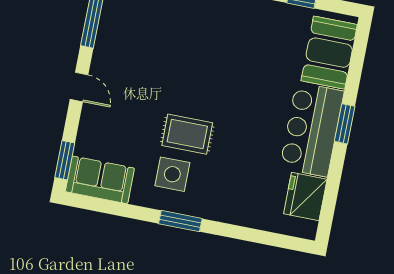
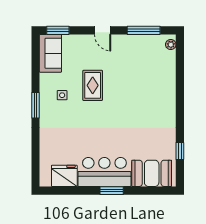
door: (79, 87) -> (103, 30), hinge flipped
rug: (187, 134) -> (93, 85), moved
side table: (172, 174) -> (62, 95), width x0.54, depth x0.54

